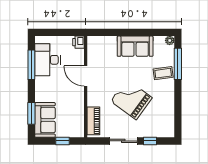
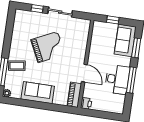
desk: (48, 60) -> (117, 79), moved
window: (31, 65) -> (131, 80), moved
grand piano: (131, 99) -> (48, 47), turned -62
piano: (93, 121) -> (74, 95), moved

